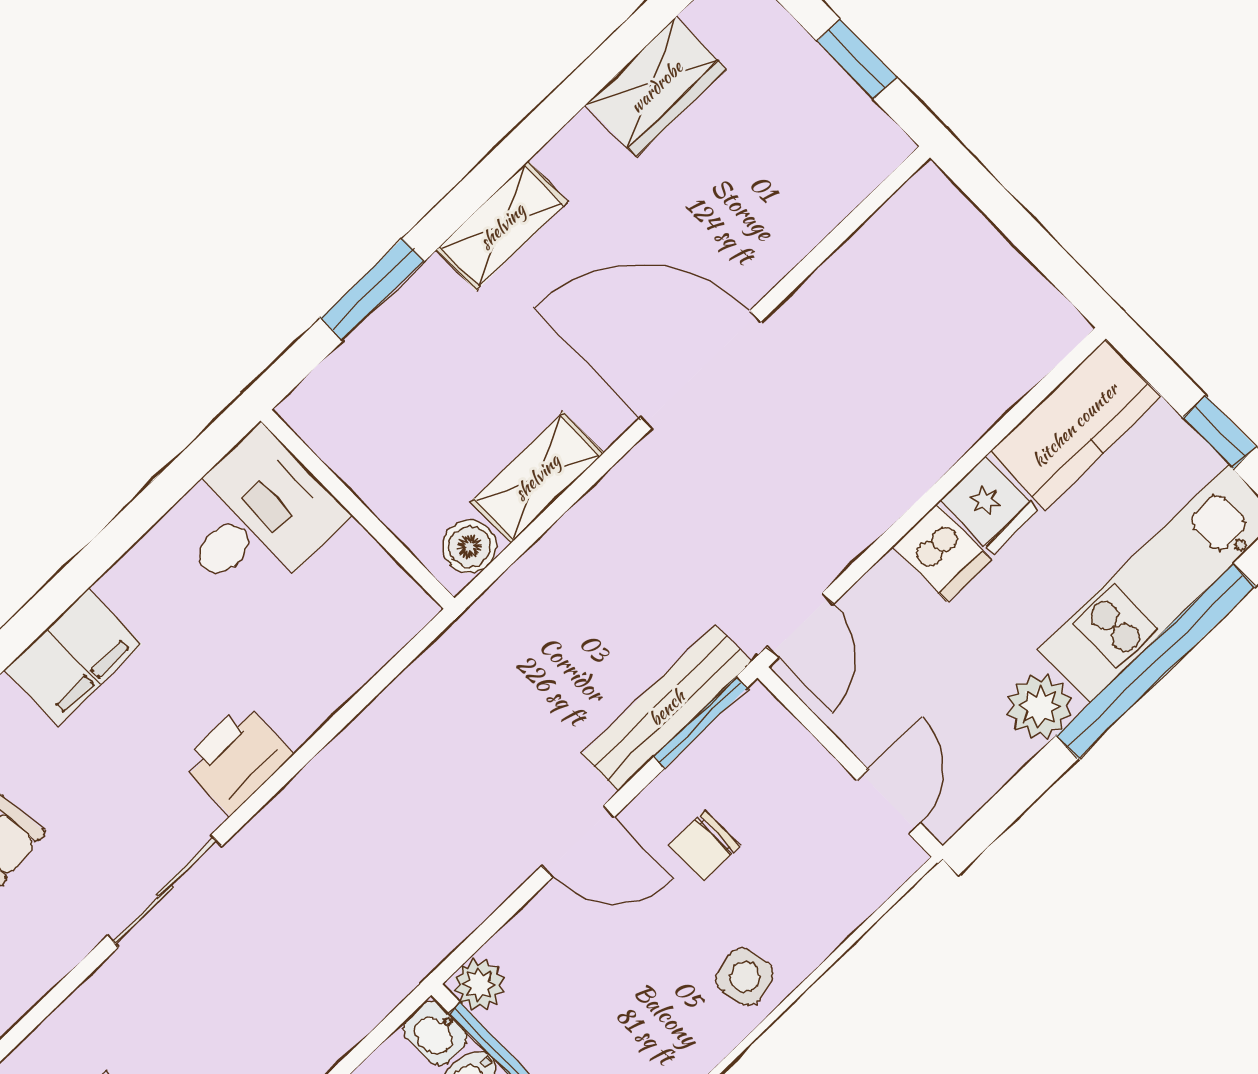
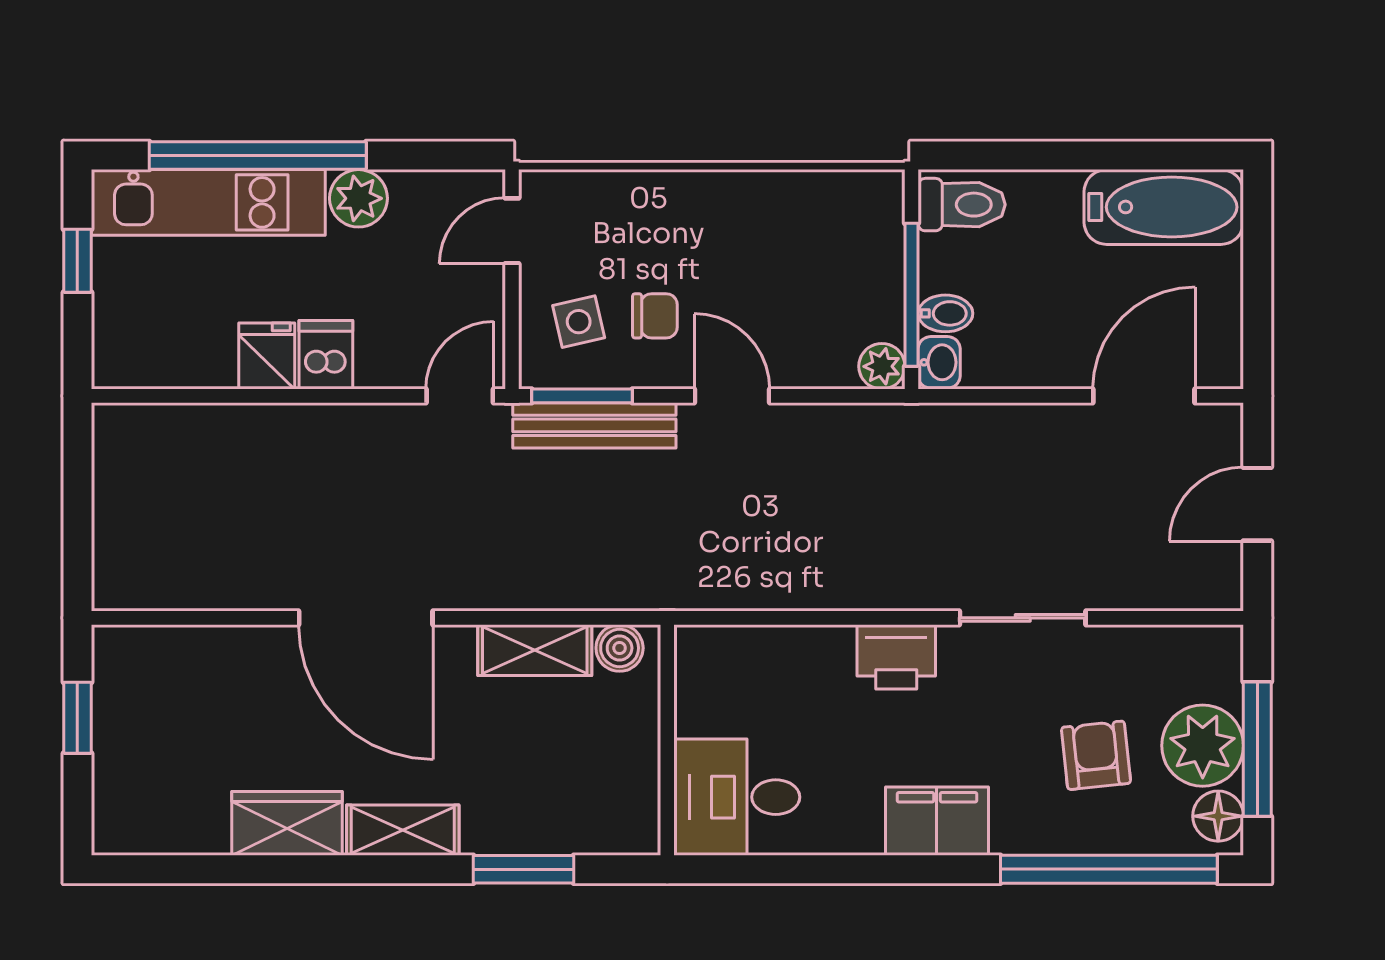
wardrobe: (656, 87) -> (287, 823), moved
kitchen counter: (1075, 425) -> (164, 354), removed
side table: (745, 977) -> (579, 322), moved

